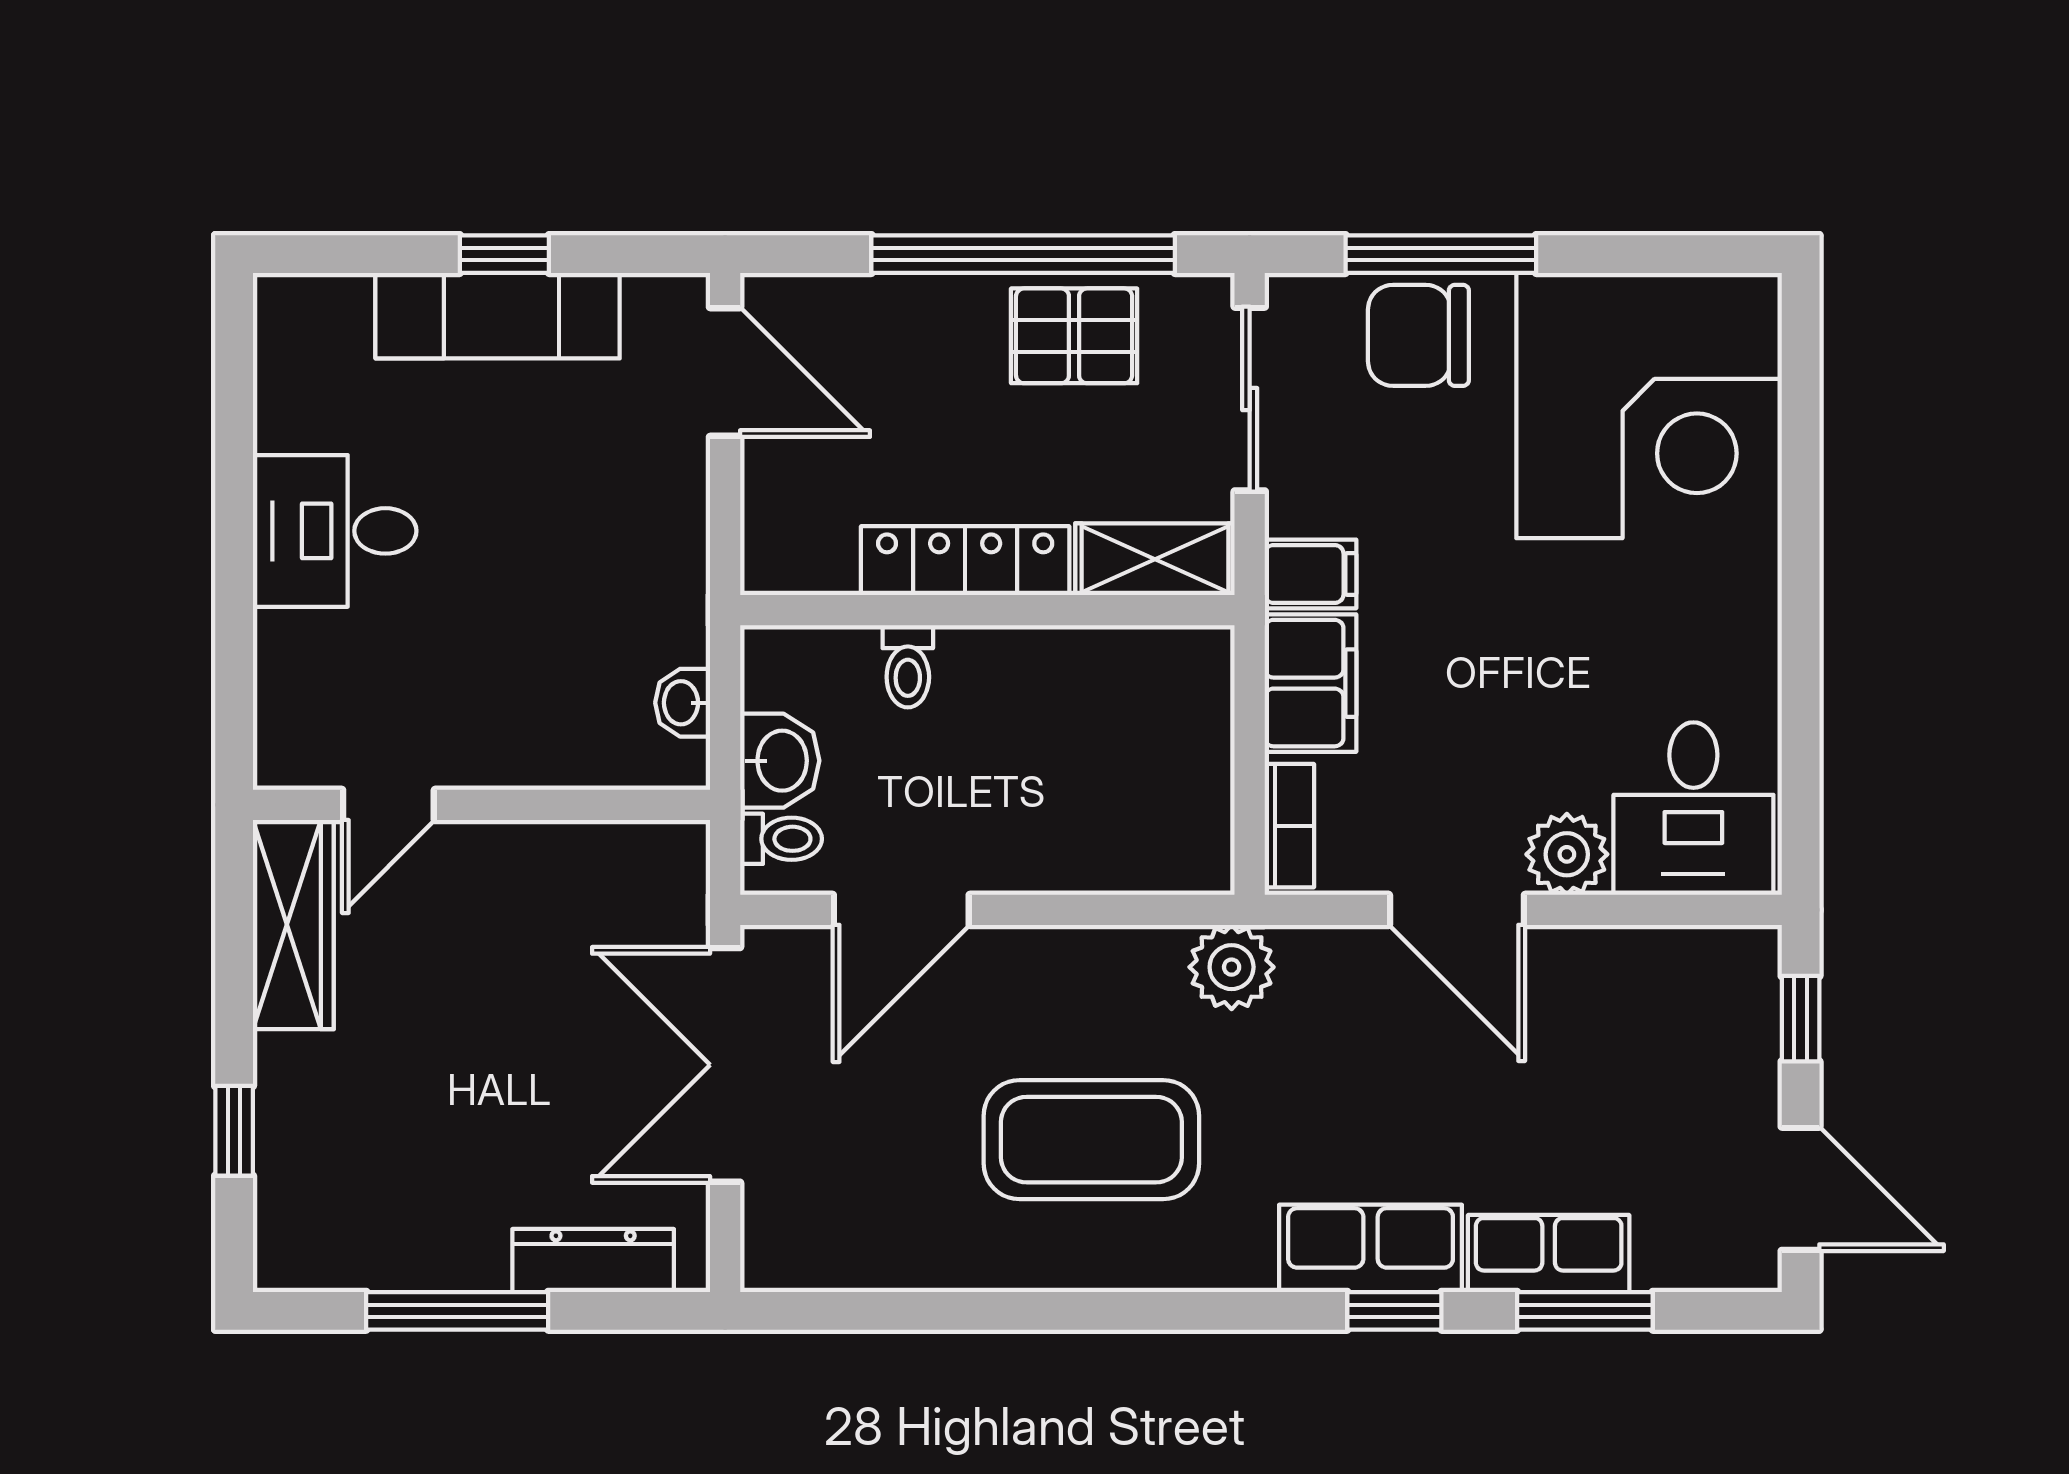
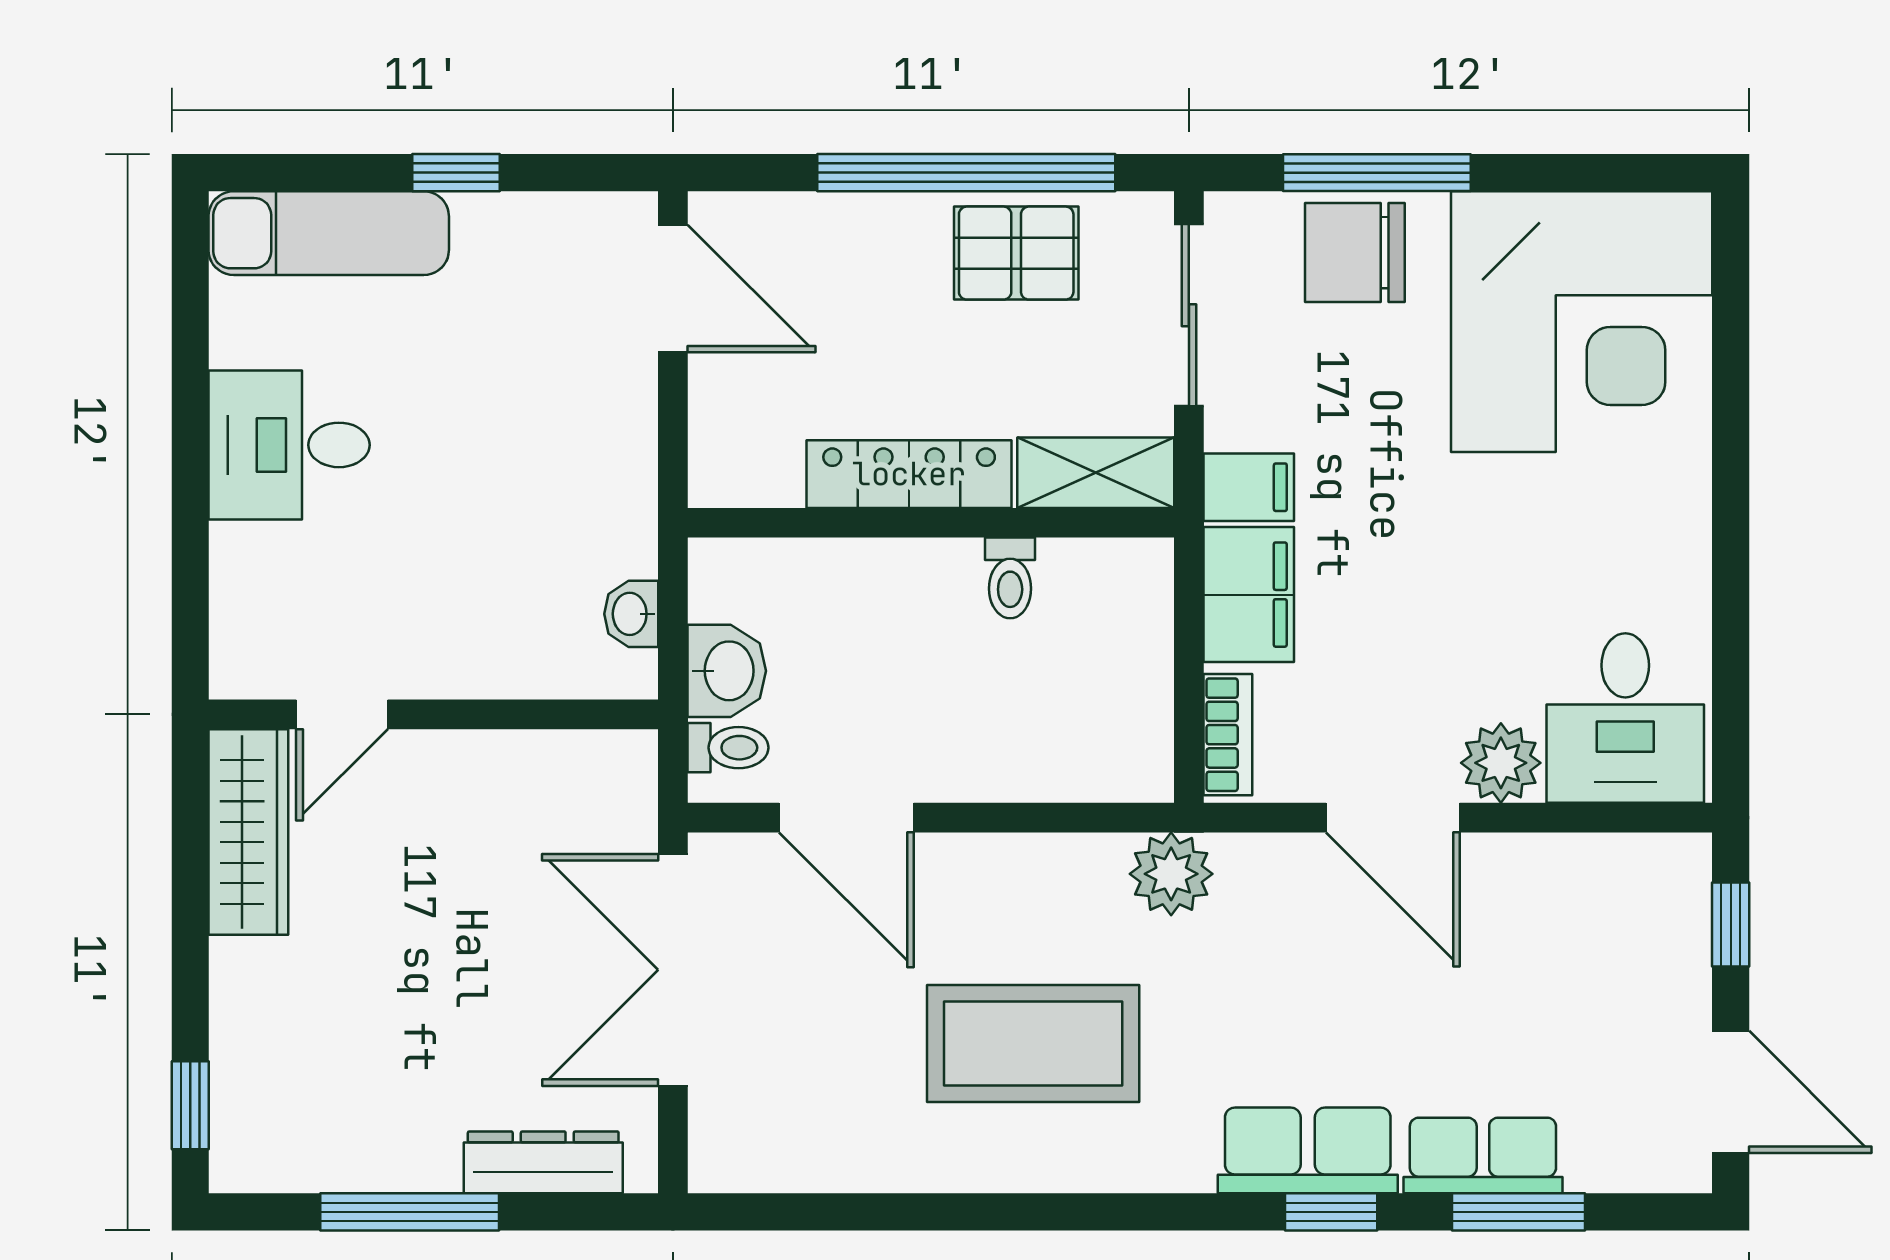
exam couch: (498, 316) -> (329, 233), moved
toilet: (908, 666) -> (1010, 578), moved
door: (901, 910) -> (846, 818), hinge flipped
window: (234, 1131) -> (190, 1105), moved

